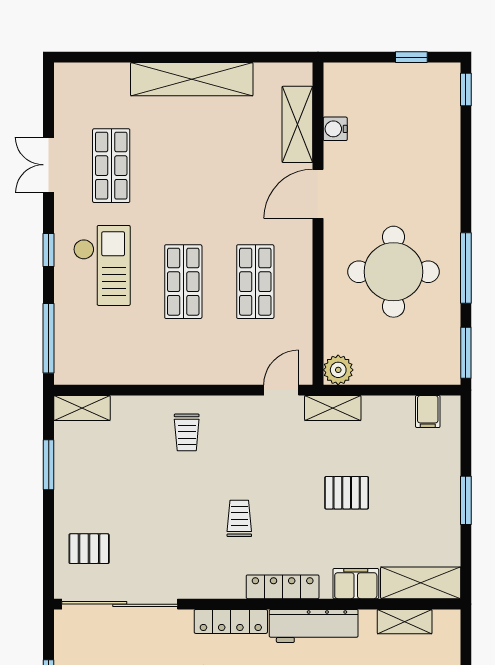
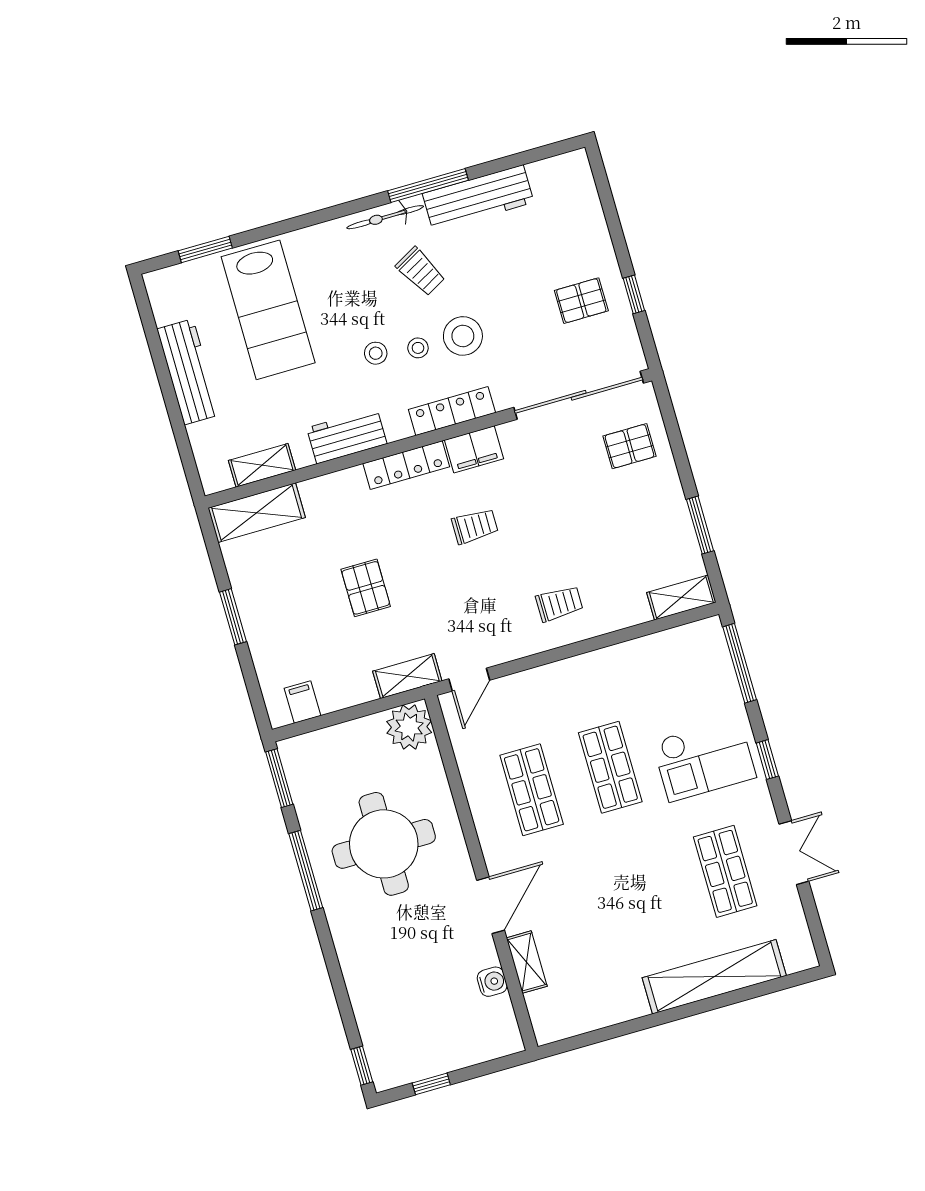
shelving: (192, 79) -> (714, 977), moved
shelving: (297, 124) -> (527, 962), width x0.67, depth x0.75
checkout: (102, 265) -> (704, 759), turned -90
plant: (338, 370) -> (409, 727), width x1.36, depth x1.36
trolley: (187, 432) -> (559, 604), turned 90
pallet: (347, 493) -> (366, 588), turned 90
trolley: (239, 518) -> (475, 526), turned -90
filing cabinet: (356, 584) -> (474, 449), moved
workbench: (314, 626) -> (347, 436), width x0.73

